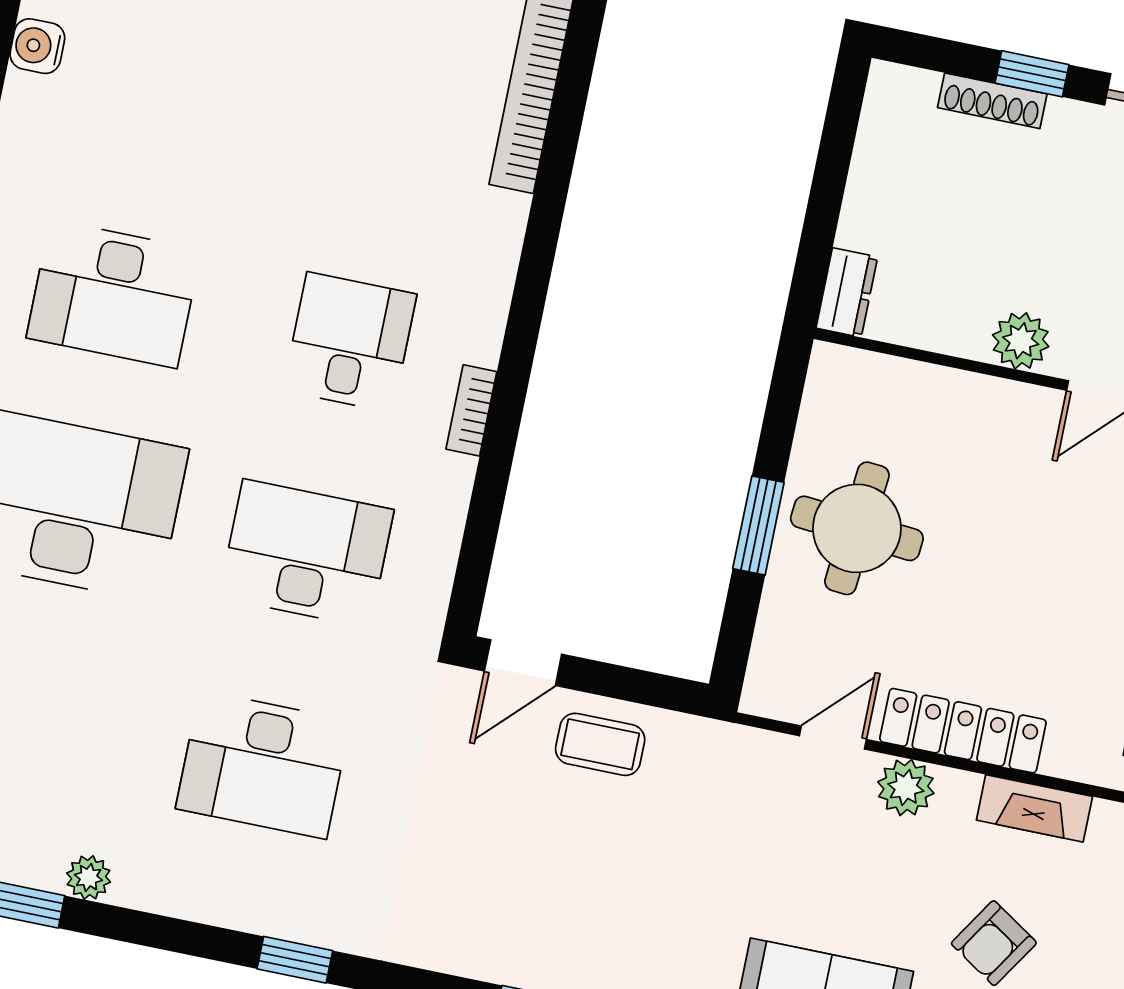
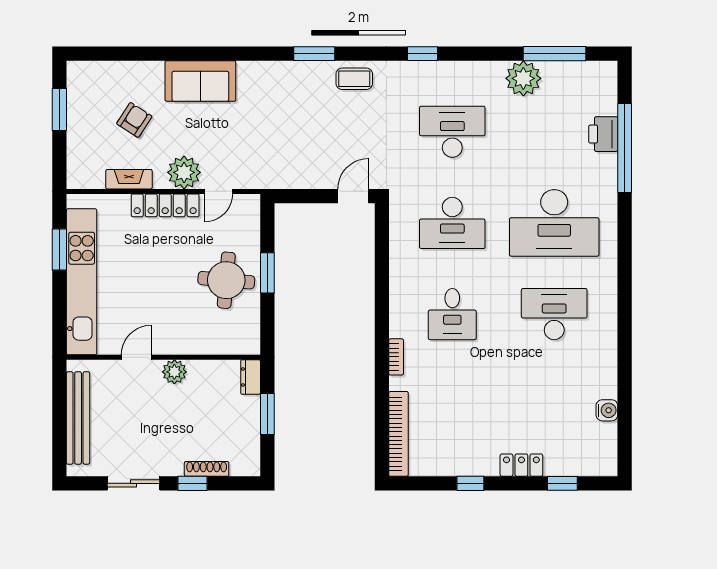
window: (826, 199) -> (267, 414), added
bookcase: (471, 410) -> (396, 357), moved
coffee table: (600, 744) -> (354, 79), moved
plant: (906, 788) -> (184, 172), width x1.36, depth x1.36
plant: (89, 878) -> (523, 78), width x1.87, depth x1.87

